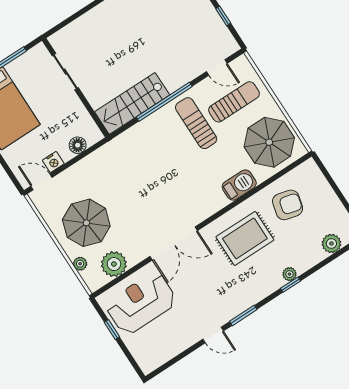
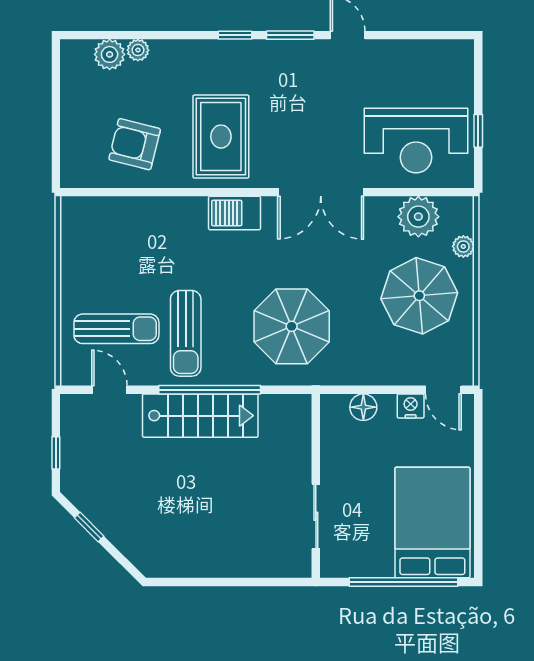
sun lounger: (234, 102) -> (116, 329), turned 180
stairs: (132, 103) -> (200, 416), moved
parasol: (269, 142) -> (292, 326), moved
barbecue: (239, 185) -> (234, 213), moved
rug: (245, 238) -> (221, 137), turned 90
double door: (174, 243) -> (321, 192), swing flipped
plant: (290, 274) -> (138, 50), moved
window: (290, 285) -> (235, 35), moved

